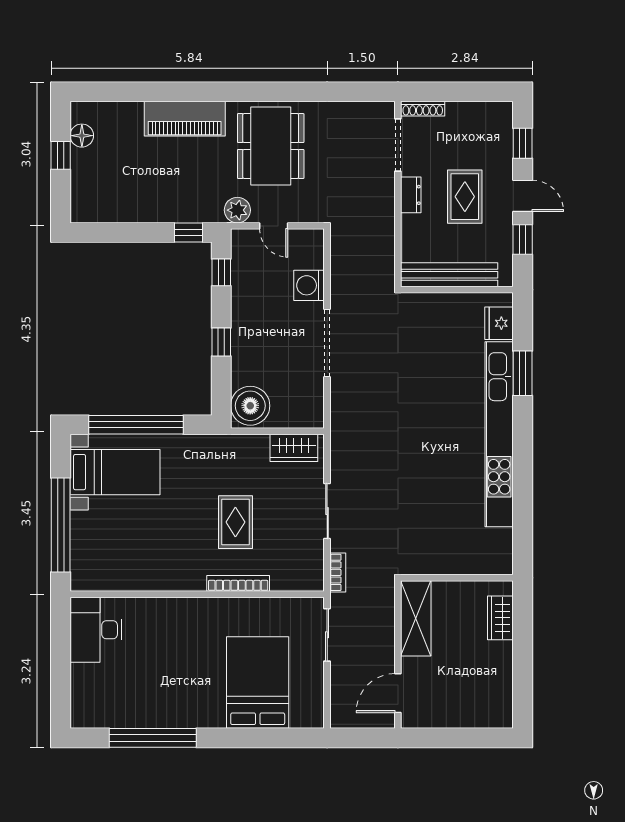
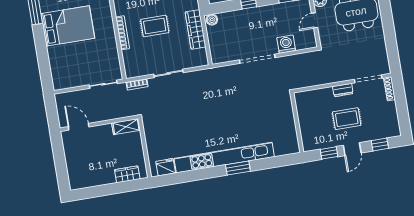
bench: (449, 275) -> (304, 117), removed
fridge: (499, 323) -> (166, 167), moved
window: (523, 373) -> (238, 168), moved
boiler: (250, 406) -> (212, 20), width x0.54, depth x0.54
wardrobe: (294, 448) -> (196, 29), moved, width x1.50
shelving: (416, 618) -> (126, 127), width x0.67, depth x0.75
bed: (258, 682) -> (68, 26), moved

